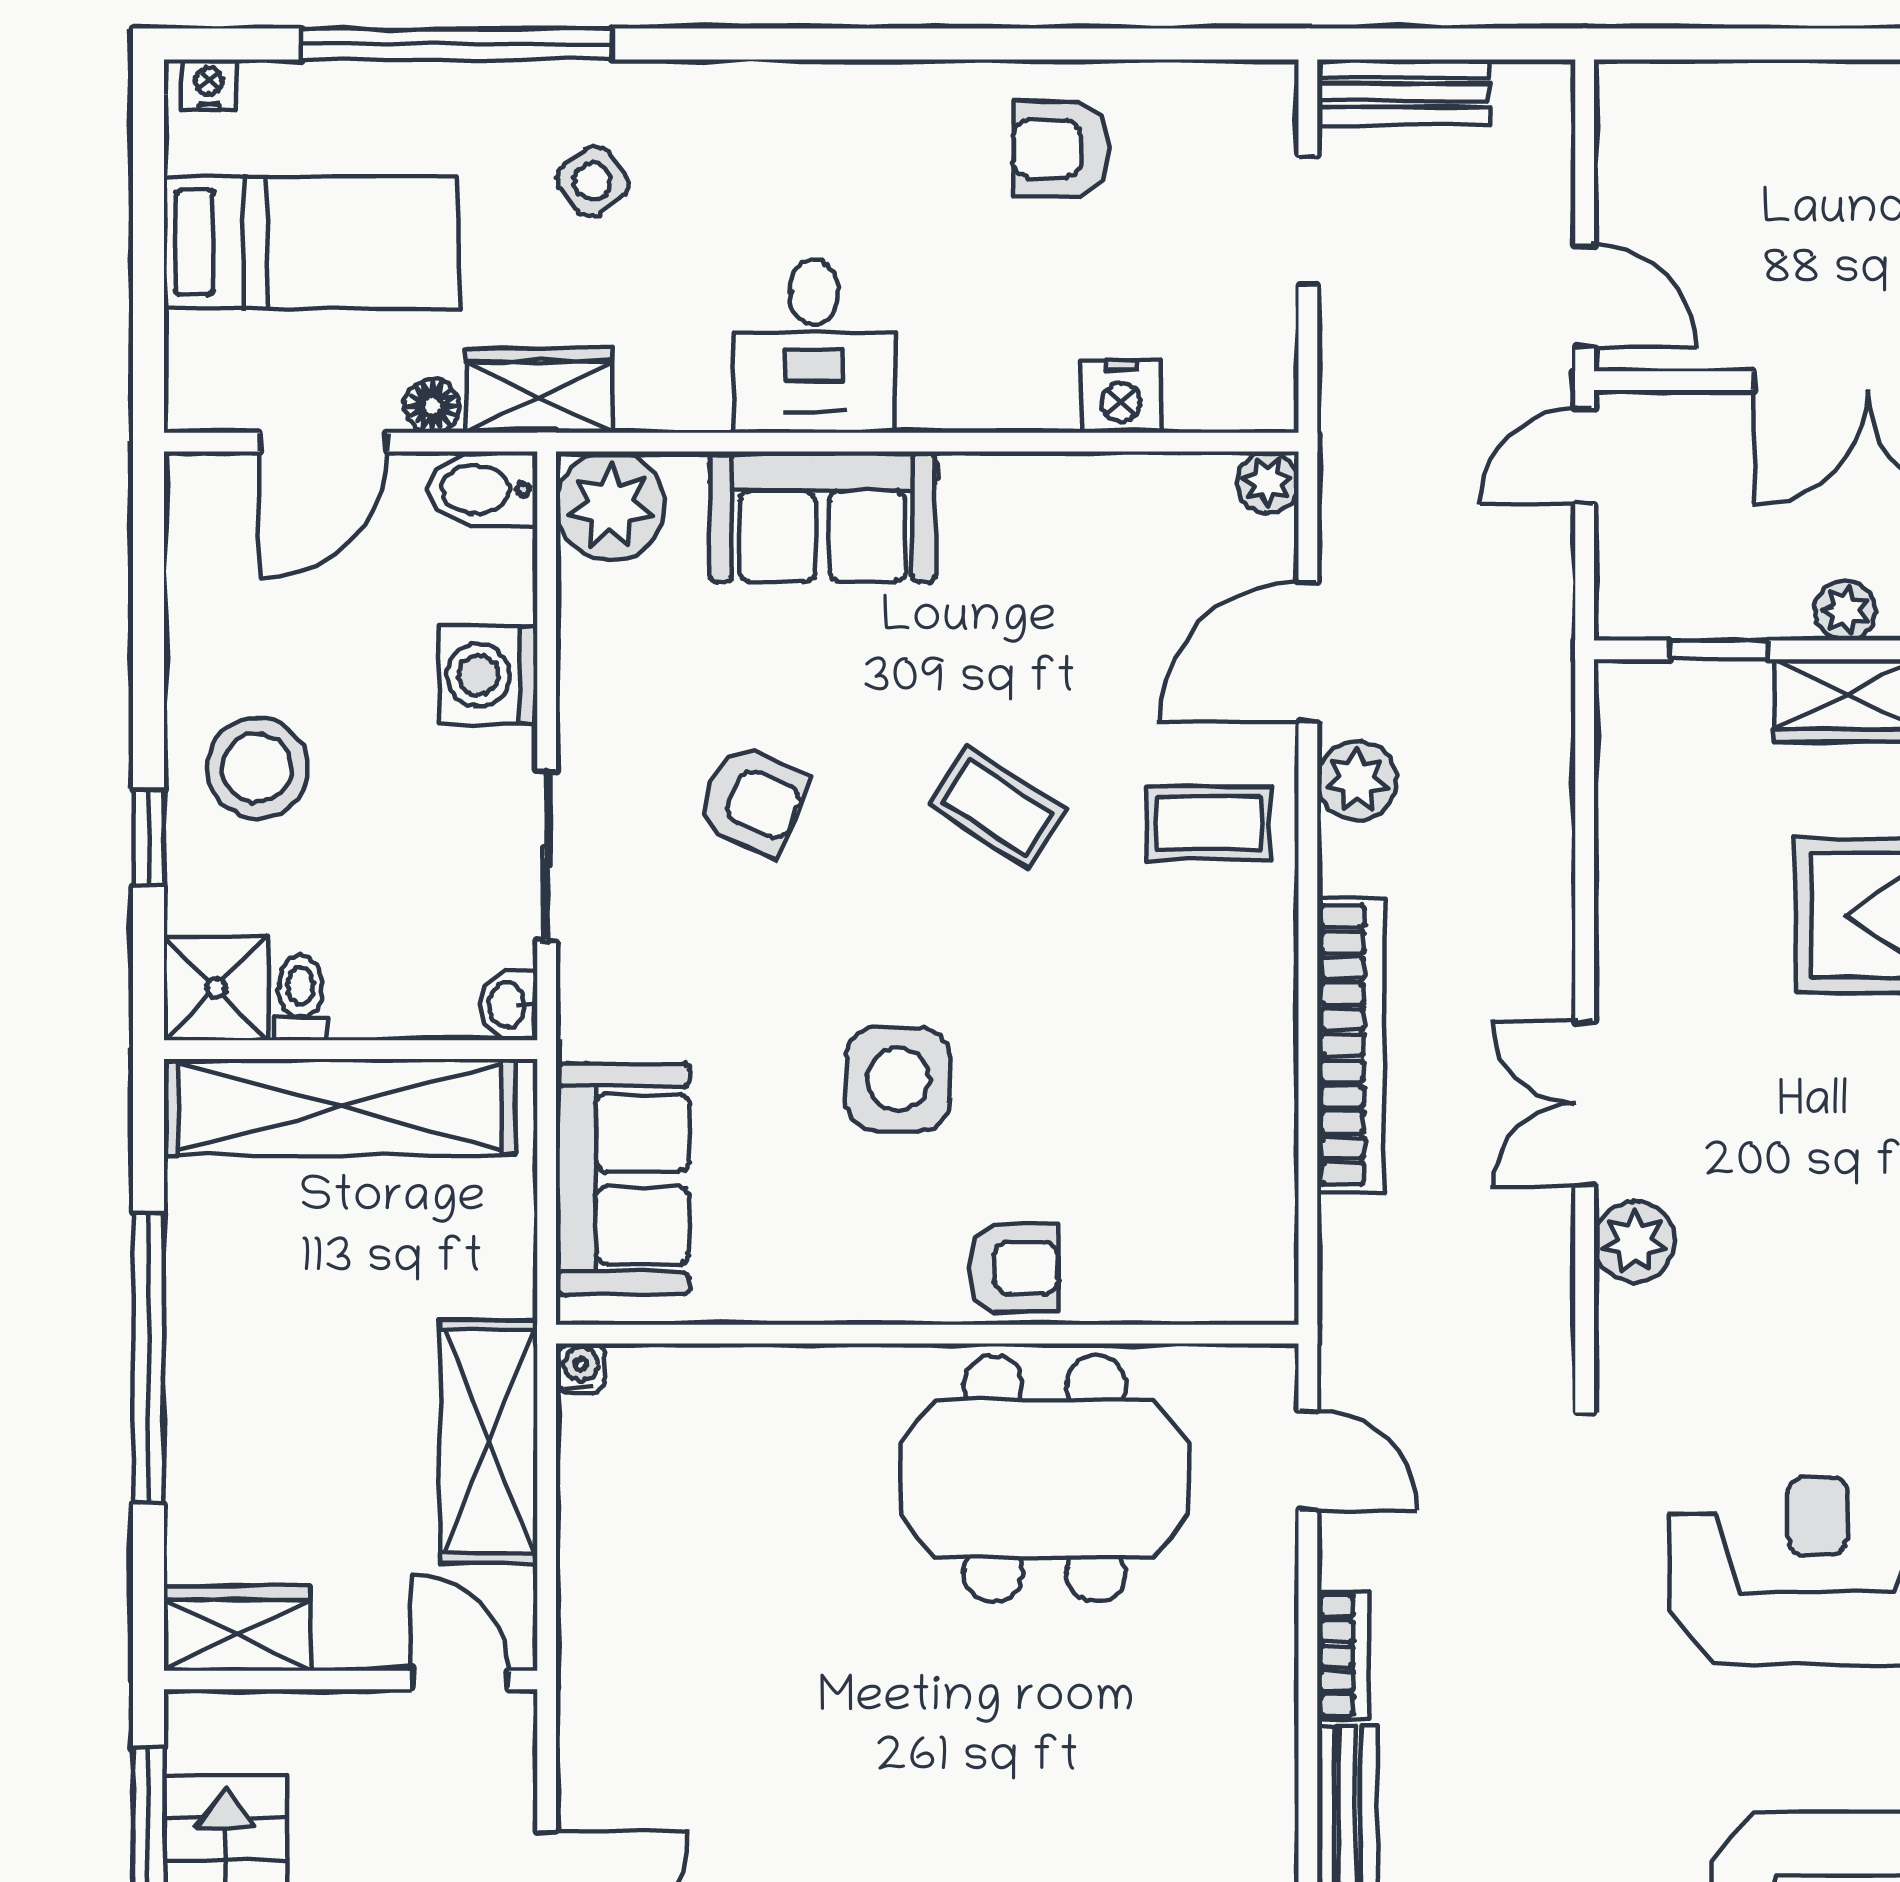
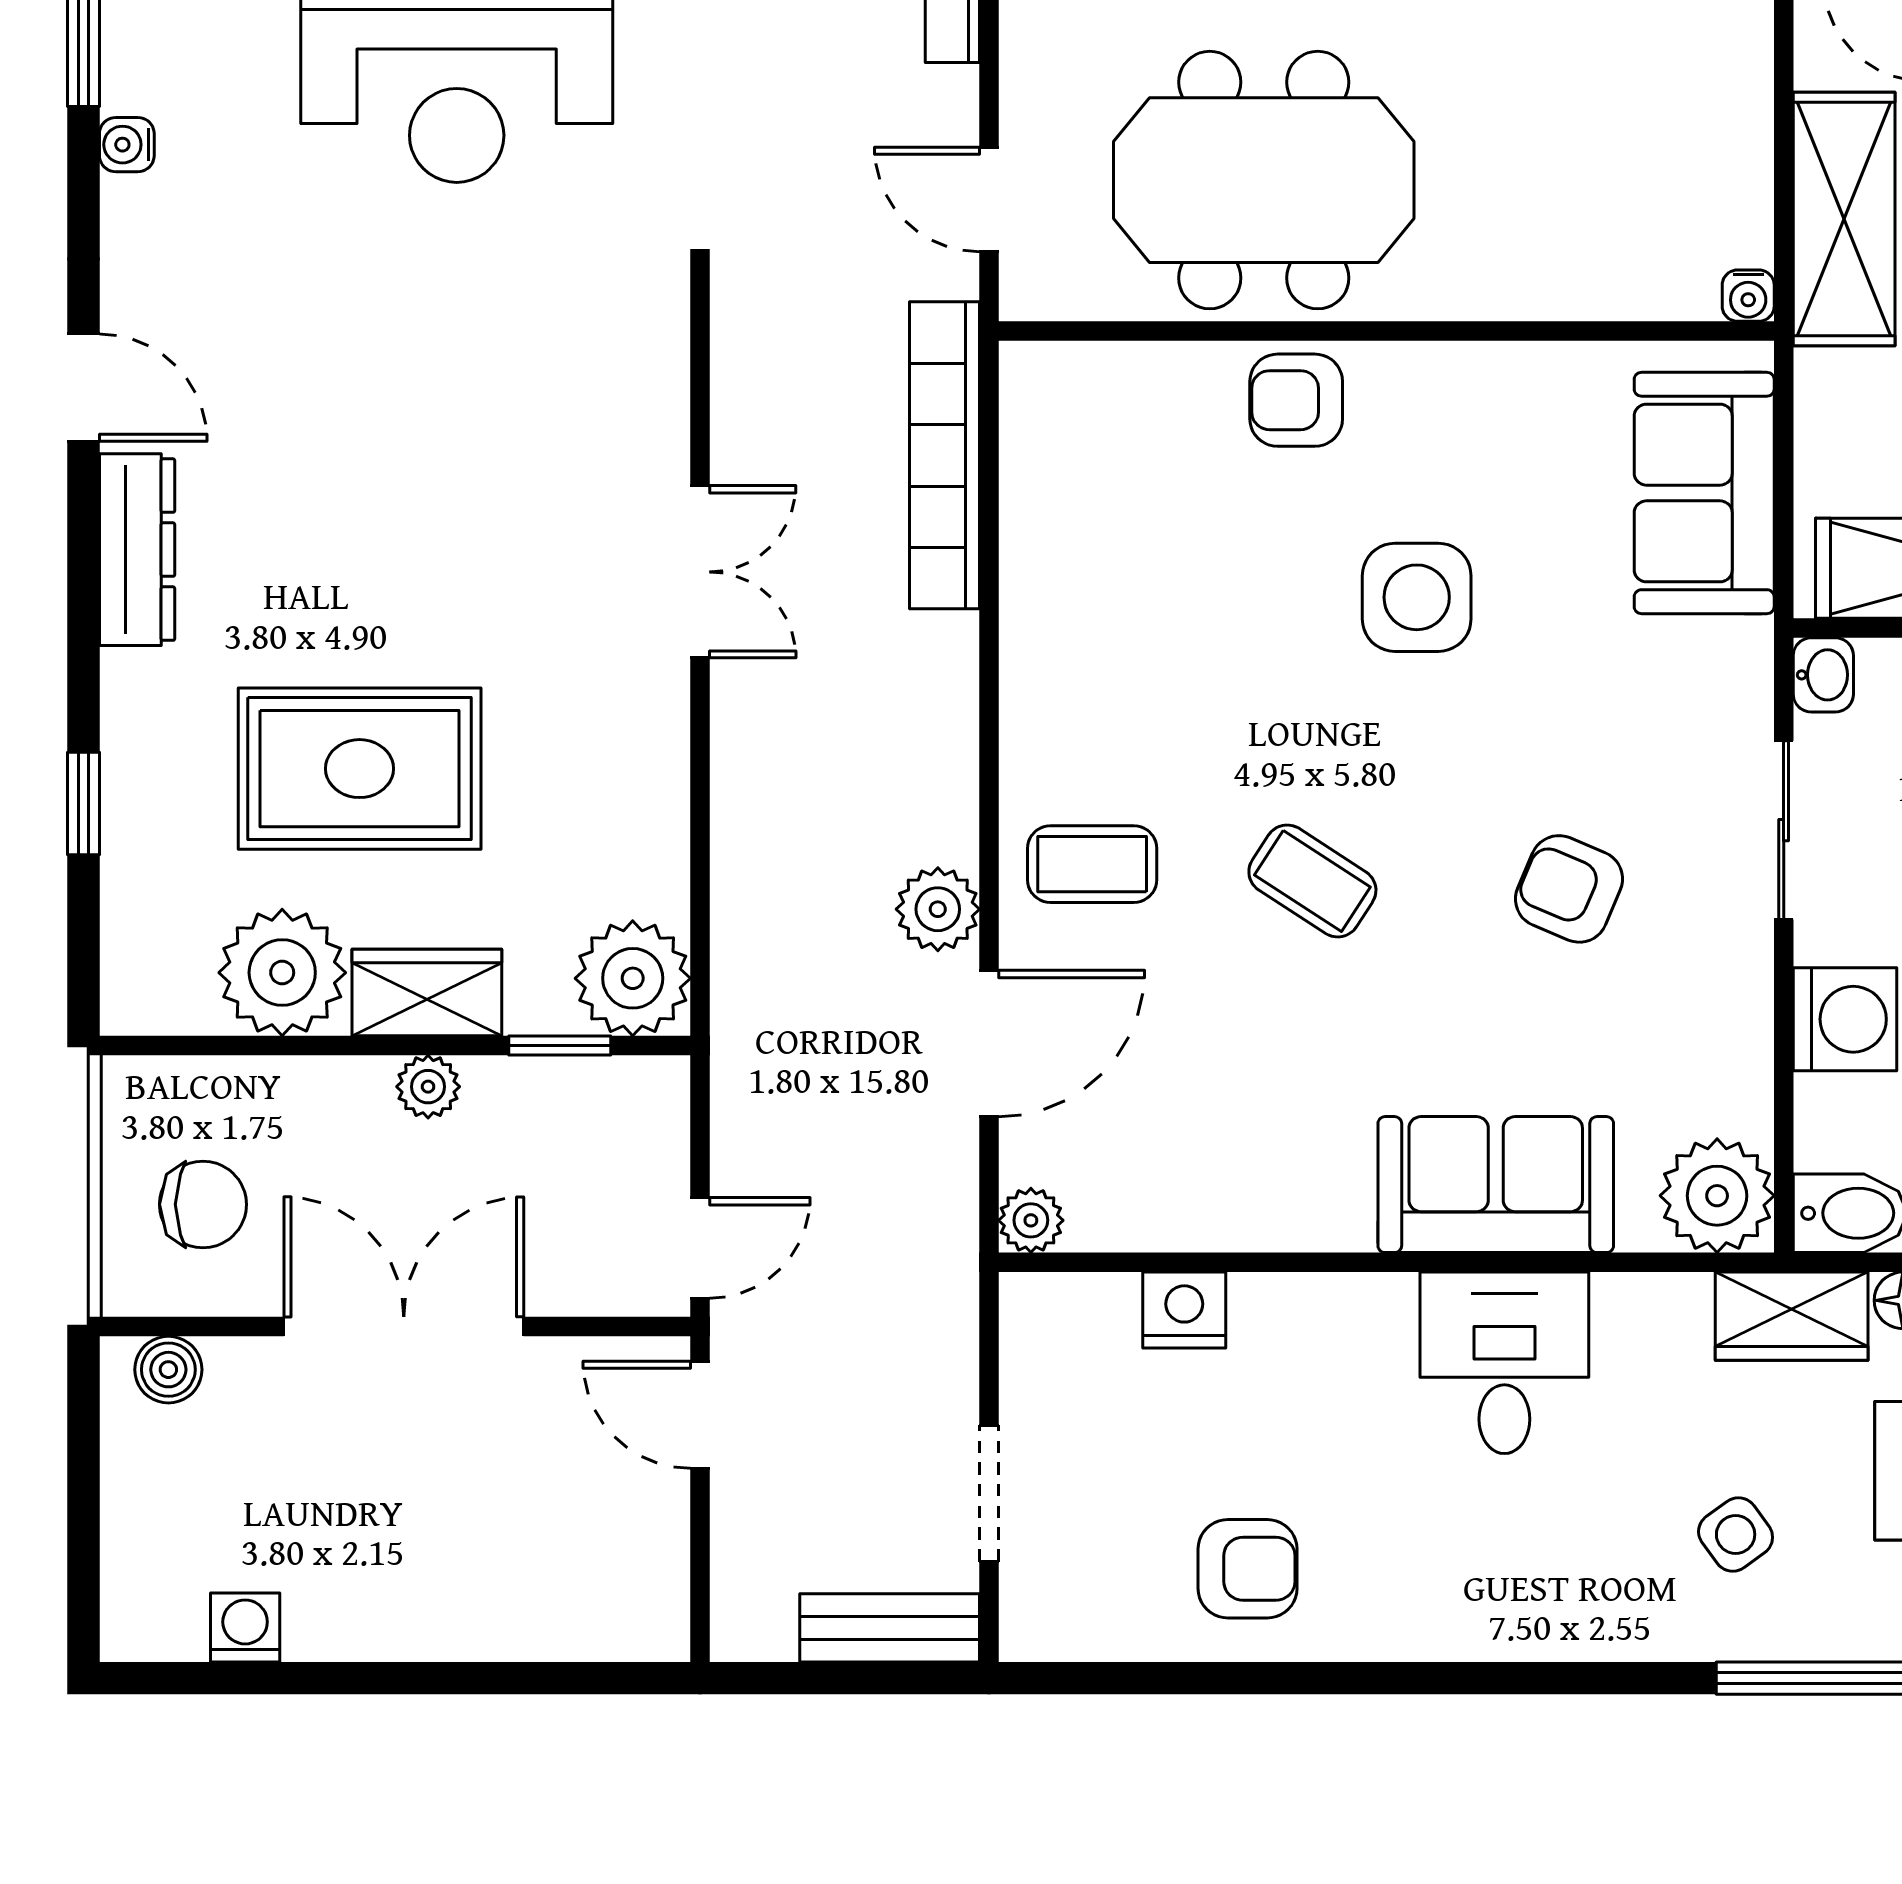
bookcase: (1350, 1045) -> (944, 455), moved
plant: (1634, 1242) -> (633, 978), moved, width x1.36, depth x1.36

